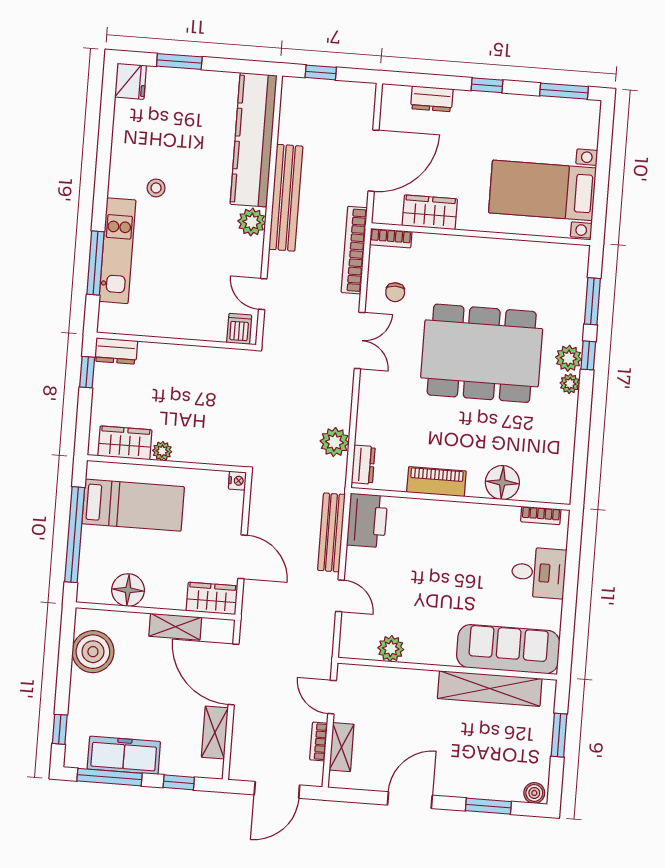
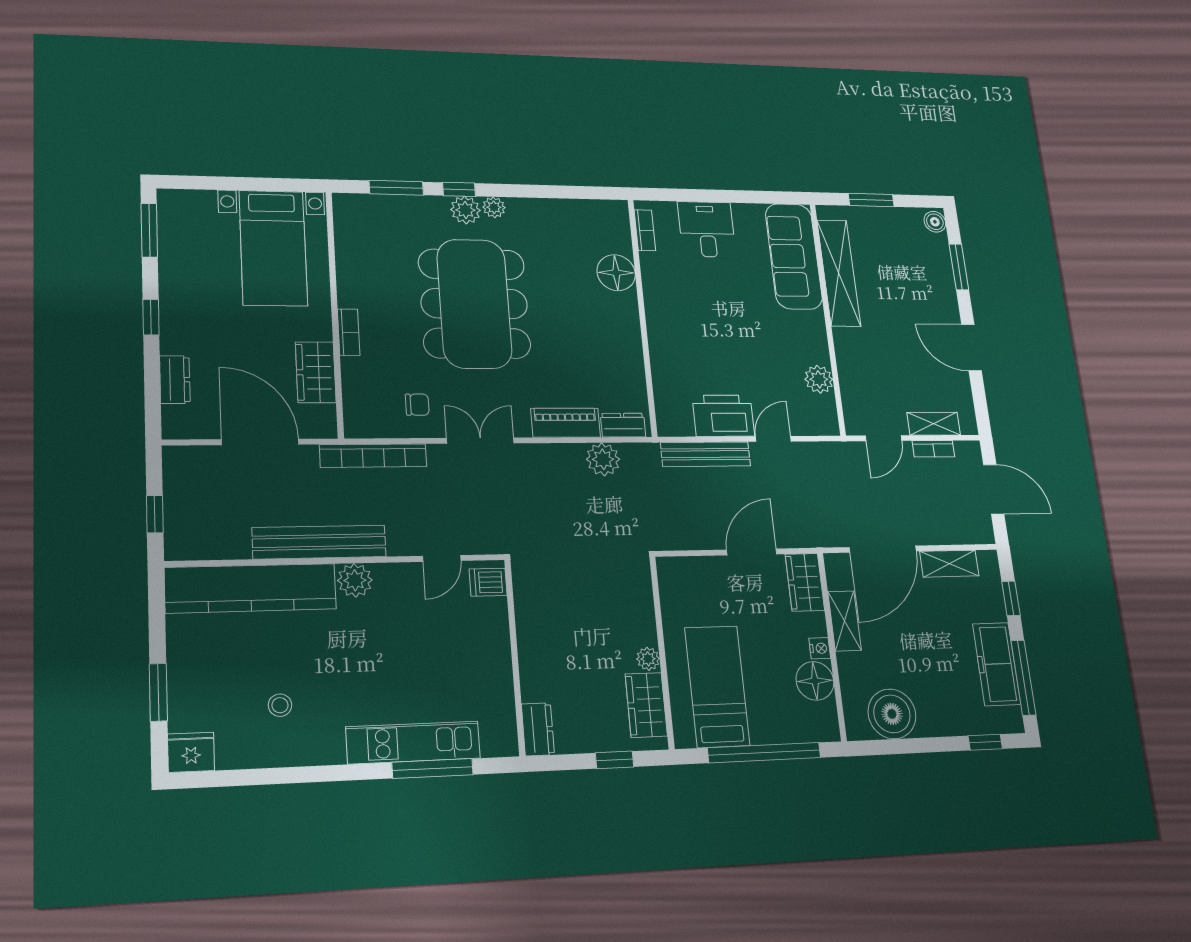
stool: (156, 188) -> (280, 705), moved
bookcase: (391, 238) -> (349, 332), moved
window: (87, 372) -> (615, 760), moved
nightstand: (237, 481) -> (820, 648), moved, turned 90
piano: (436, 482) -> (566, 423), moved, turned 90
printer: (367, 520) -> (723, 416), moved

